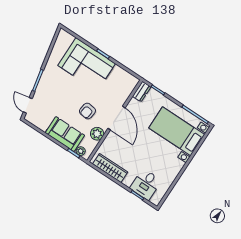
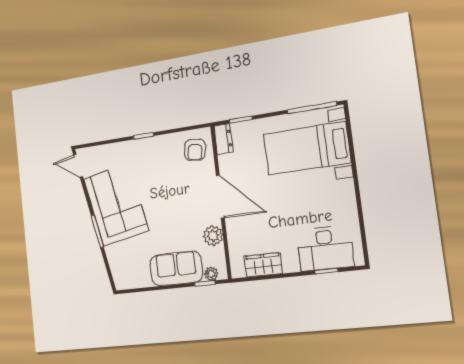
corner sofa: (87, 64) -> (116, 205), moved, turned -101
door: (28, 105) -> (78, 166), moved
armchair: (87, 111) -> (195, 150), moved
wardrobe: (110, 168) -> (263, 265), width x0.67
desk: (146, 184) -> (325, 248), width x1.37

